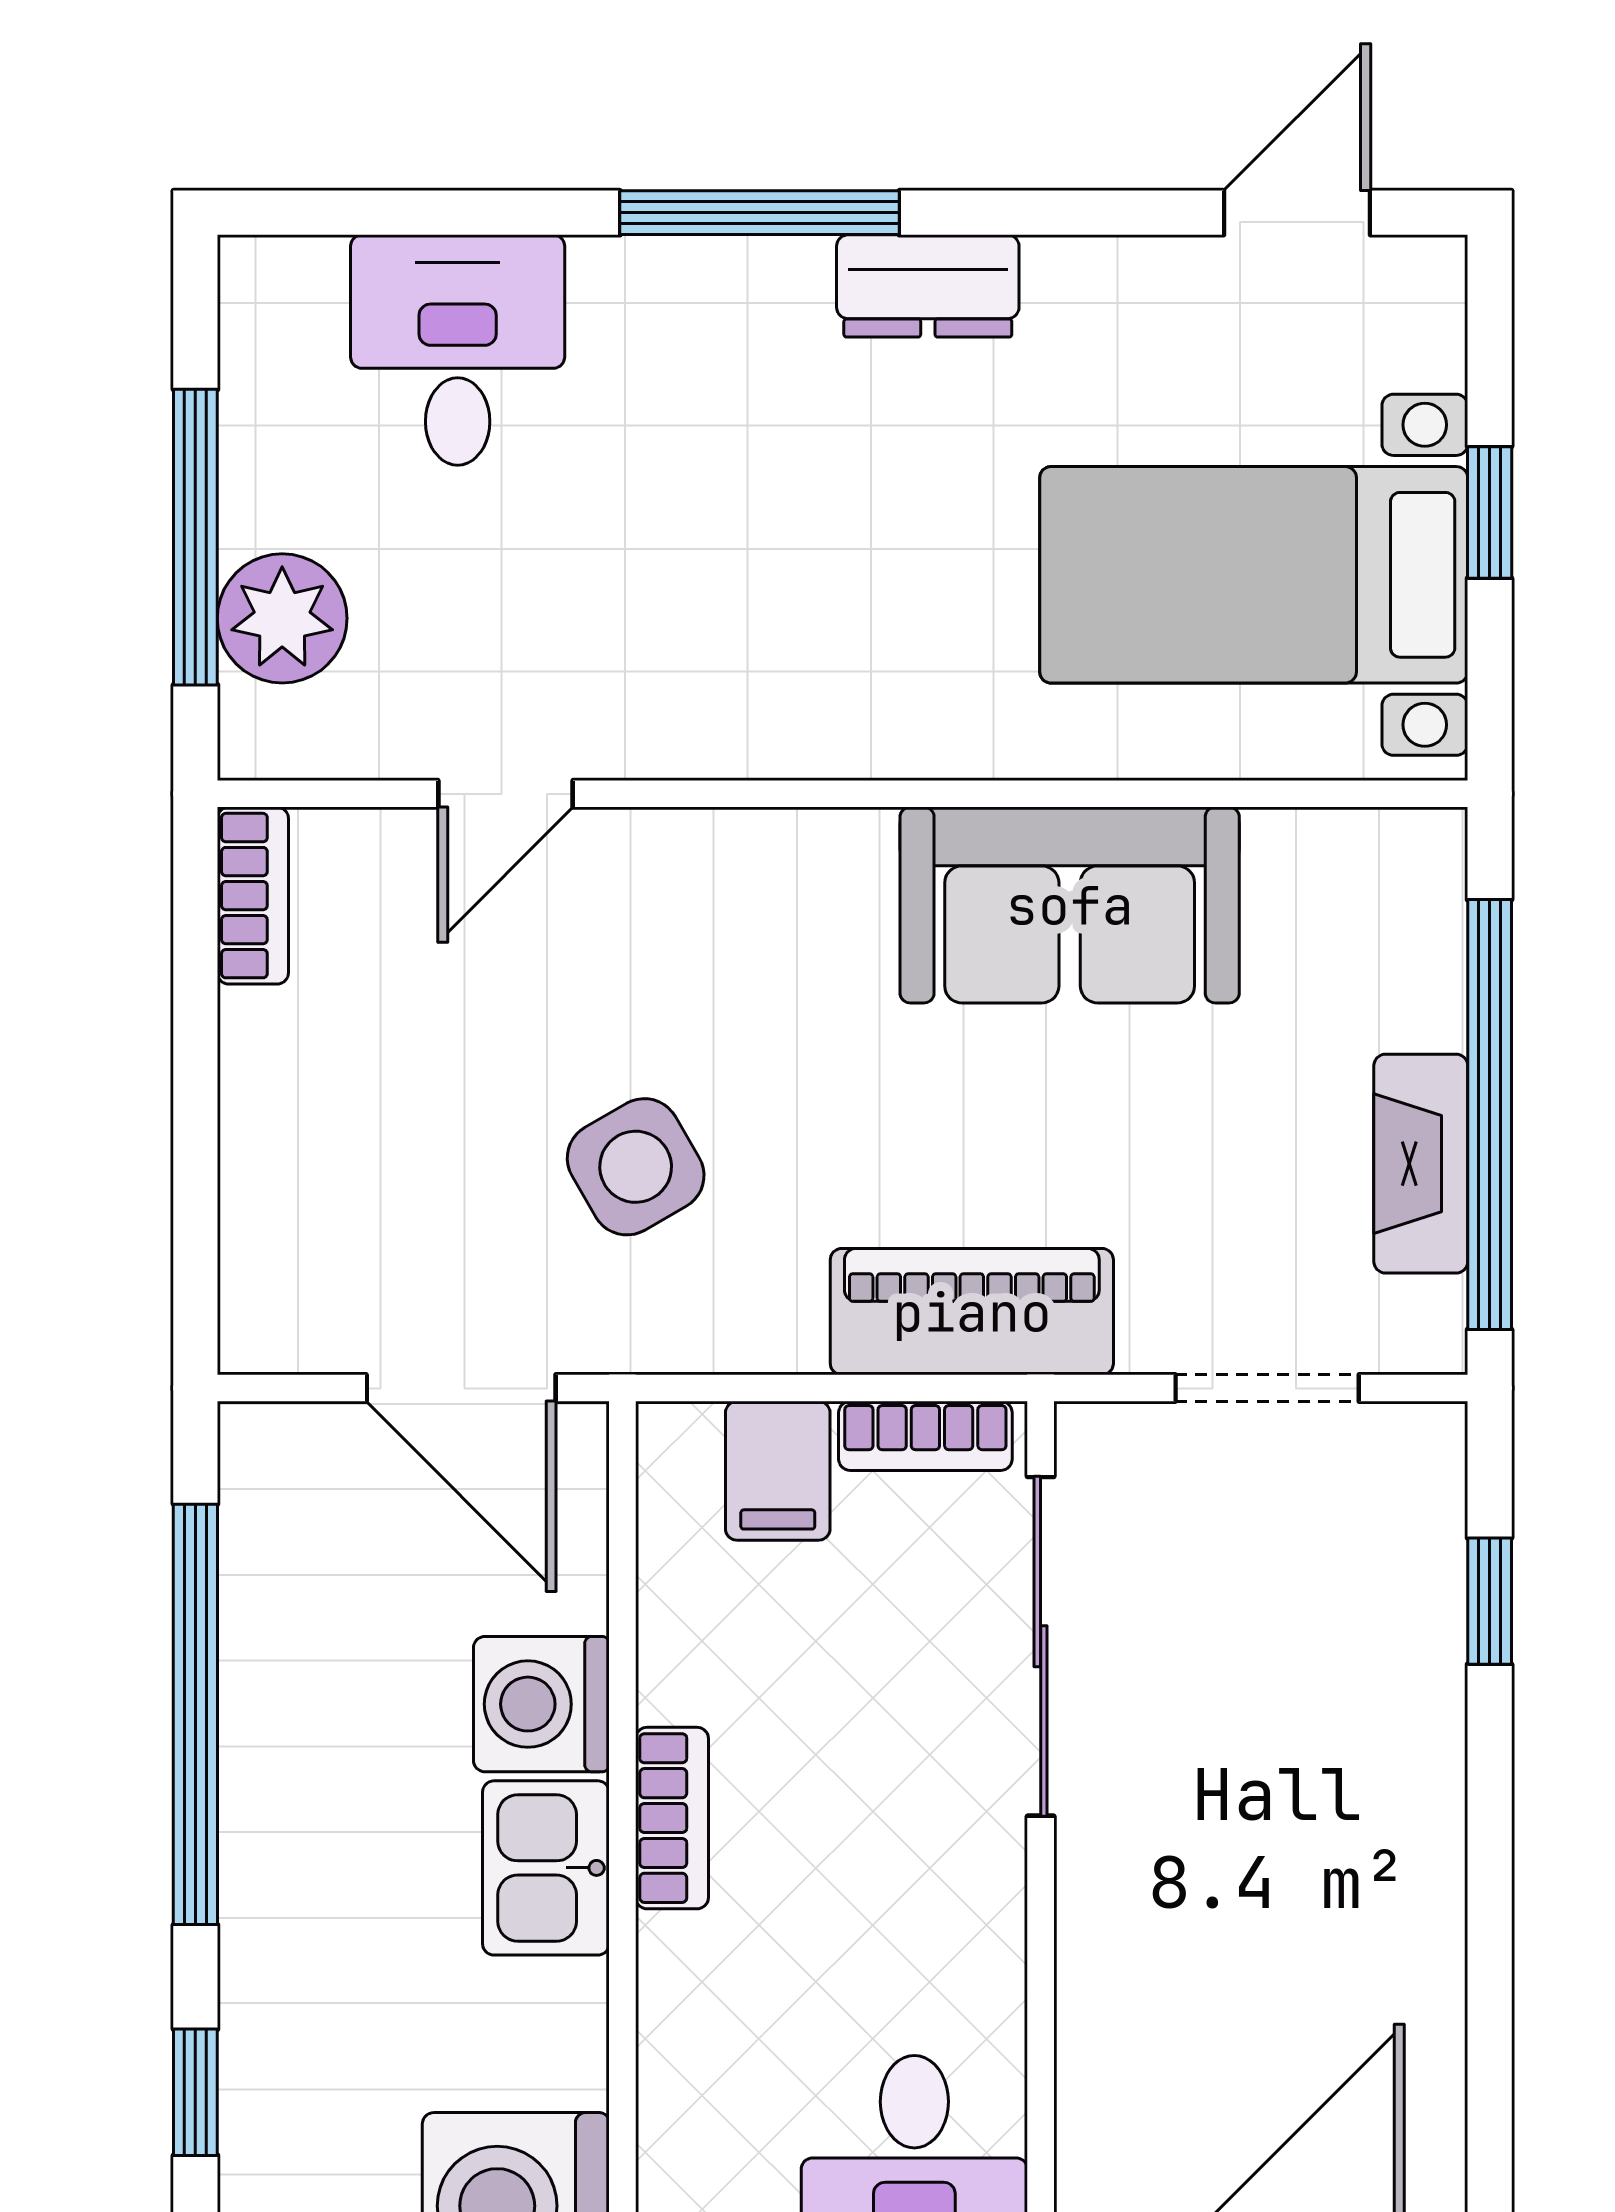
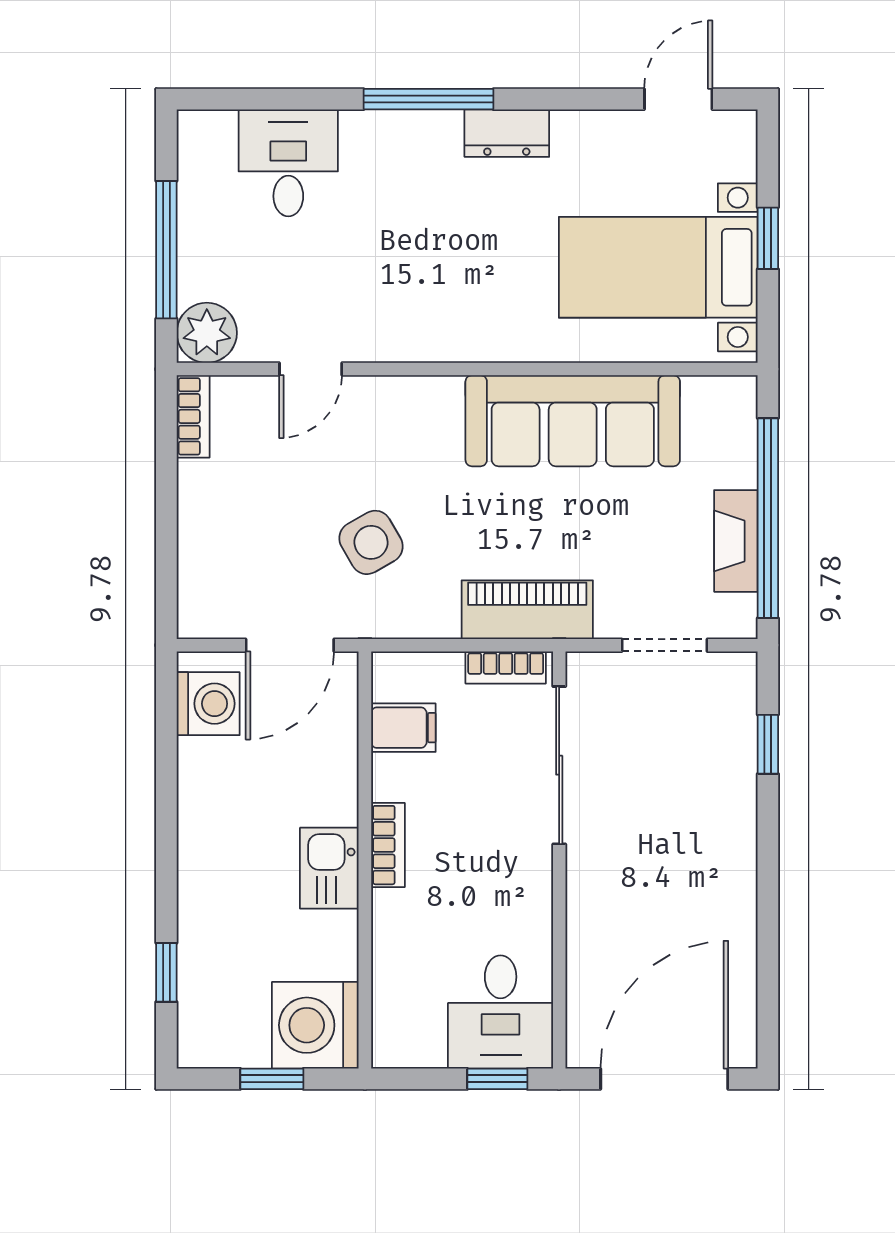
plant: (282, 618) -> (207, 333), moved
sofa: (1070, 905) -> (573, 421), width x1.36
door: (461, 1388) -> (290, 645), hinge flipped
filing cabinet: (778, 1471) -> (403, 728), moved, turned -90
washing machine: (541, 1704) -> (208, 704), moved, turned 180
window: (195, 1714) -> (166, 797), removed

